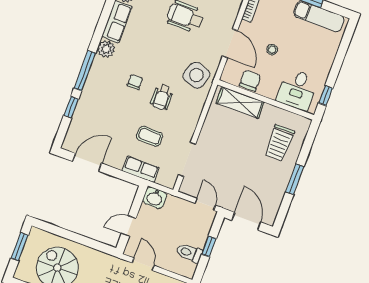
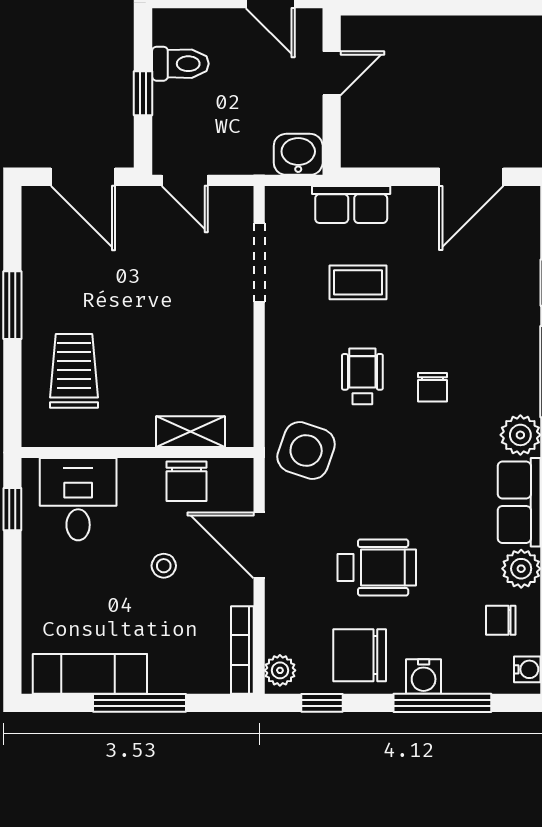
shelving: (240, 103) -> (191, 432), width x0.67, depth x0.75

